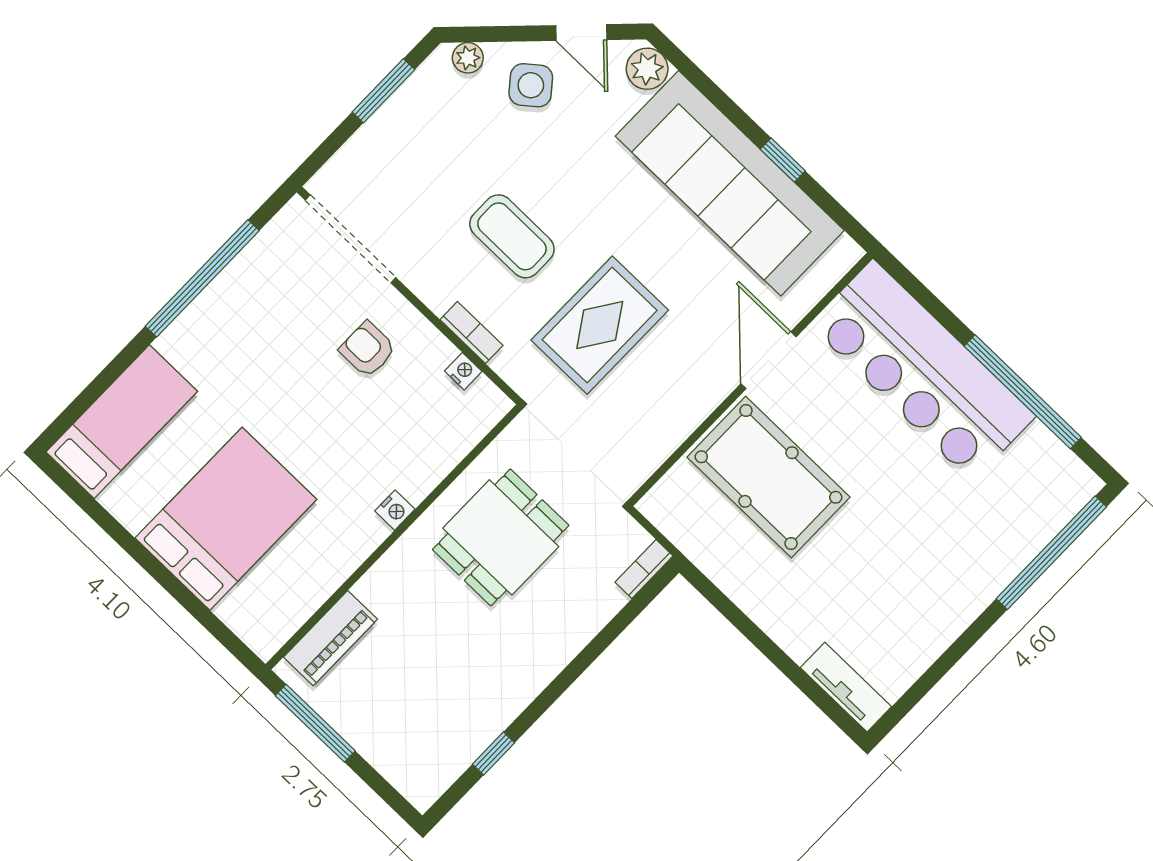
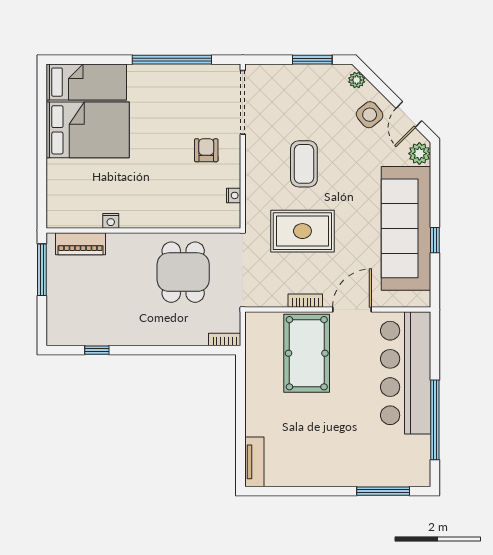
bookcase: (471, 333) -> (305, 301), moved, turned -90
nightstand: (395, 510) -> (111, 221), moved
bed: (226, 519) -> (88, 130), moved
dining table: (501, 537) -> (183, 272), turned 90
window: (1051, 553) -> (383, 491), width x0.68

